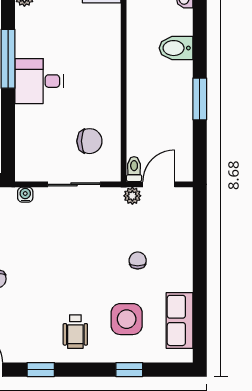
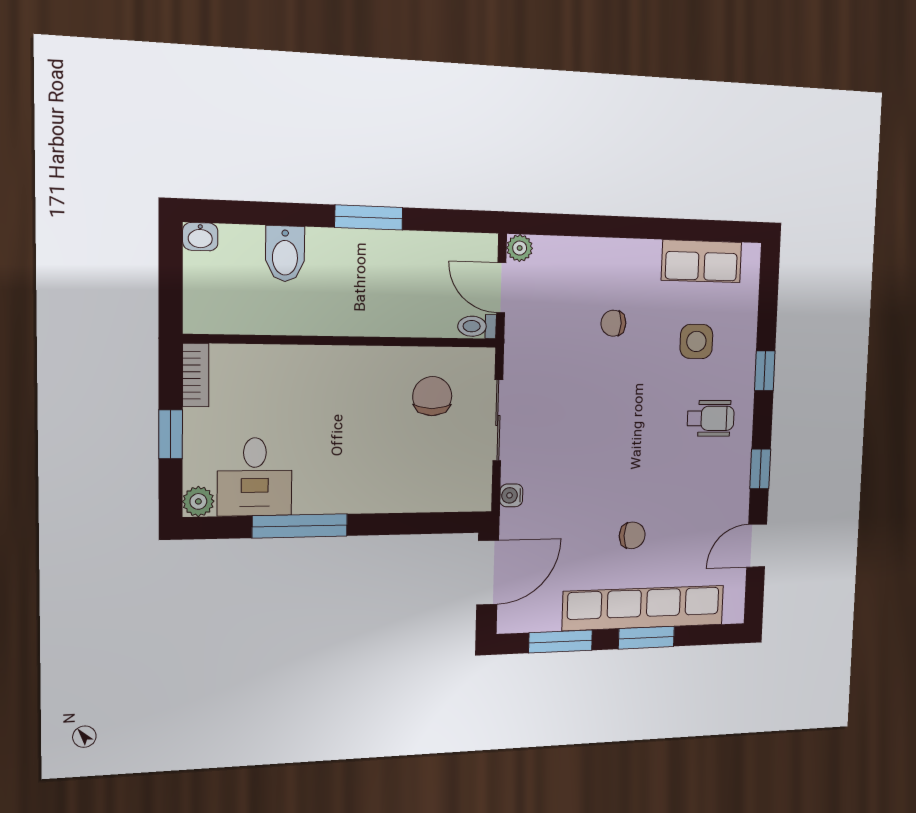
desk: (39, 81) -> (255, 477), moved
plant: (132, 196) -> (520, 248), moved
side table: (127, 319) -> (696, 341), width x0.73, depth x0.73
window: (129, 370) -> (765, 371), moved

